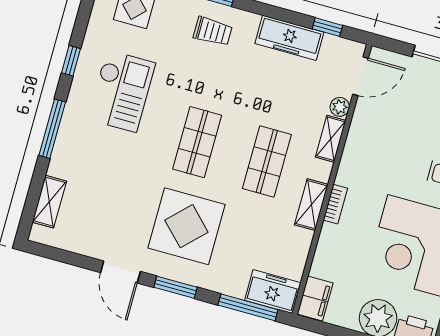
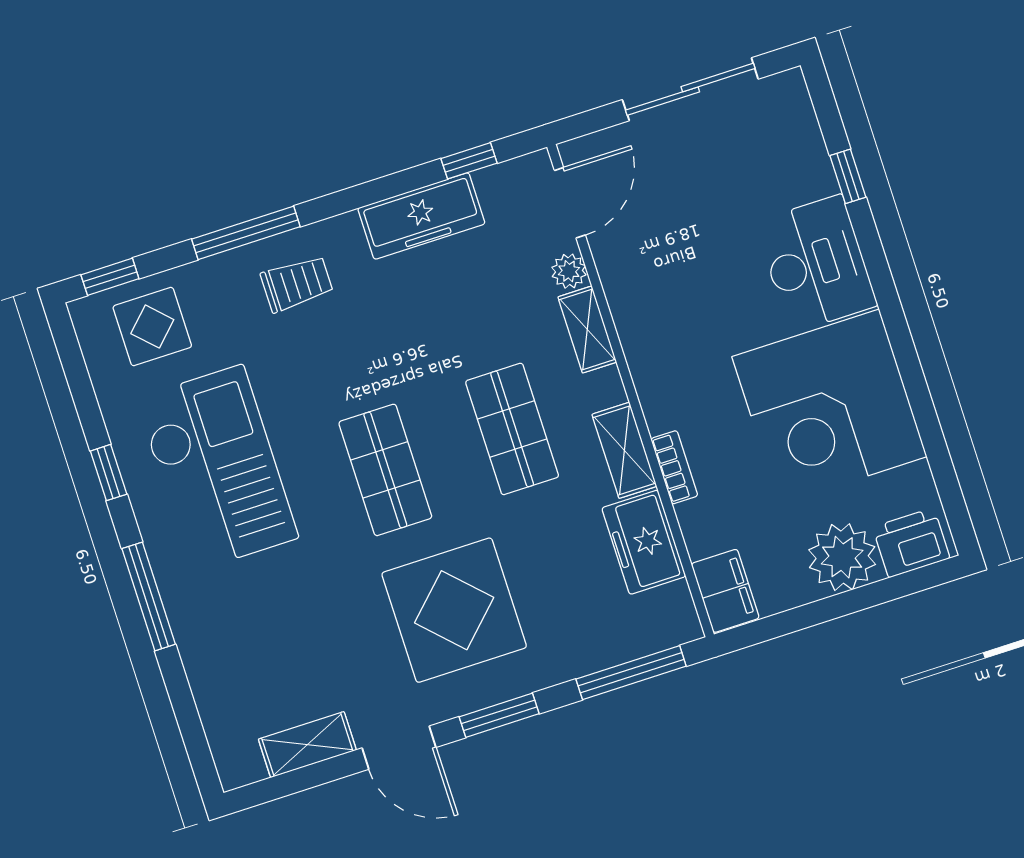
checkout: (121, 91) -> (217, 468), width x1.36, depth x1.21
shelving: (49, 202) -> (307, 745), moved, turned 90
bookcase: (335, 204) -> (674, 467), moved
freezer: (273, 291) -> (644, 542), moved, turned -90

